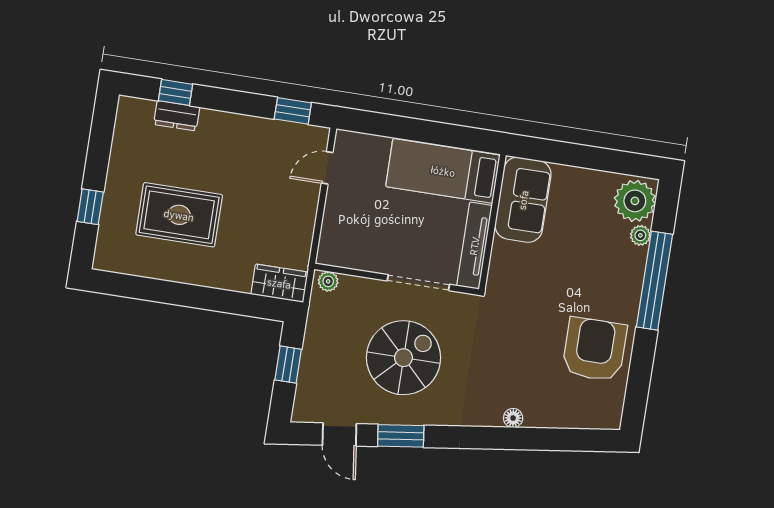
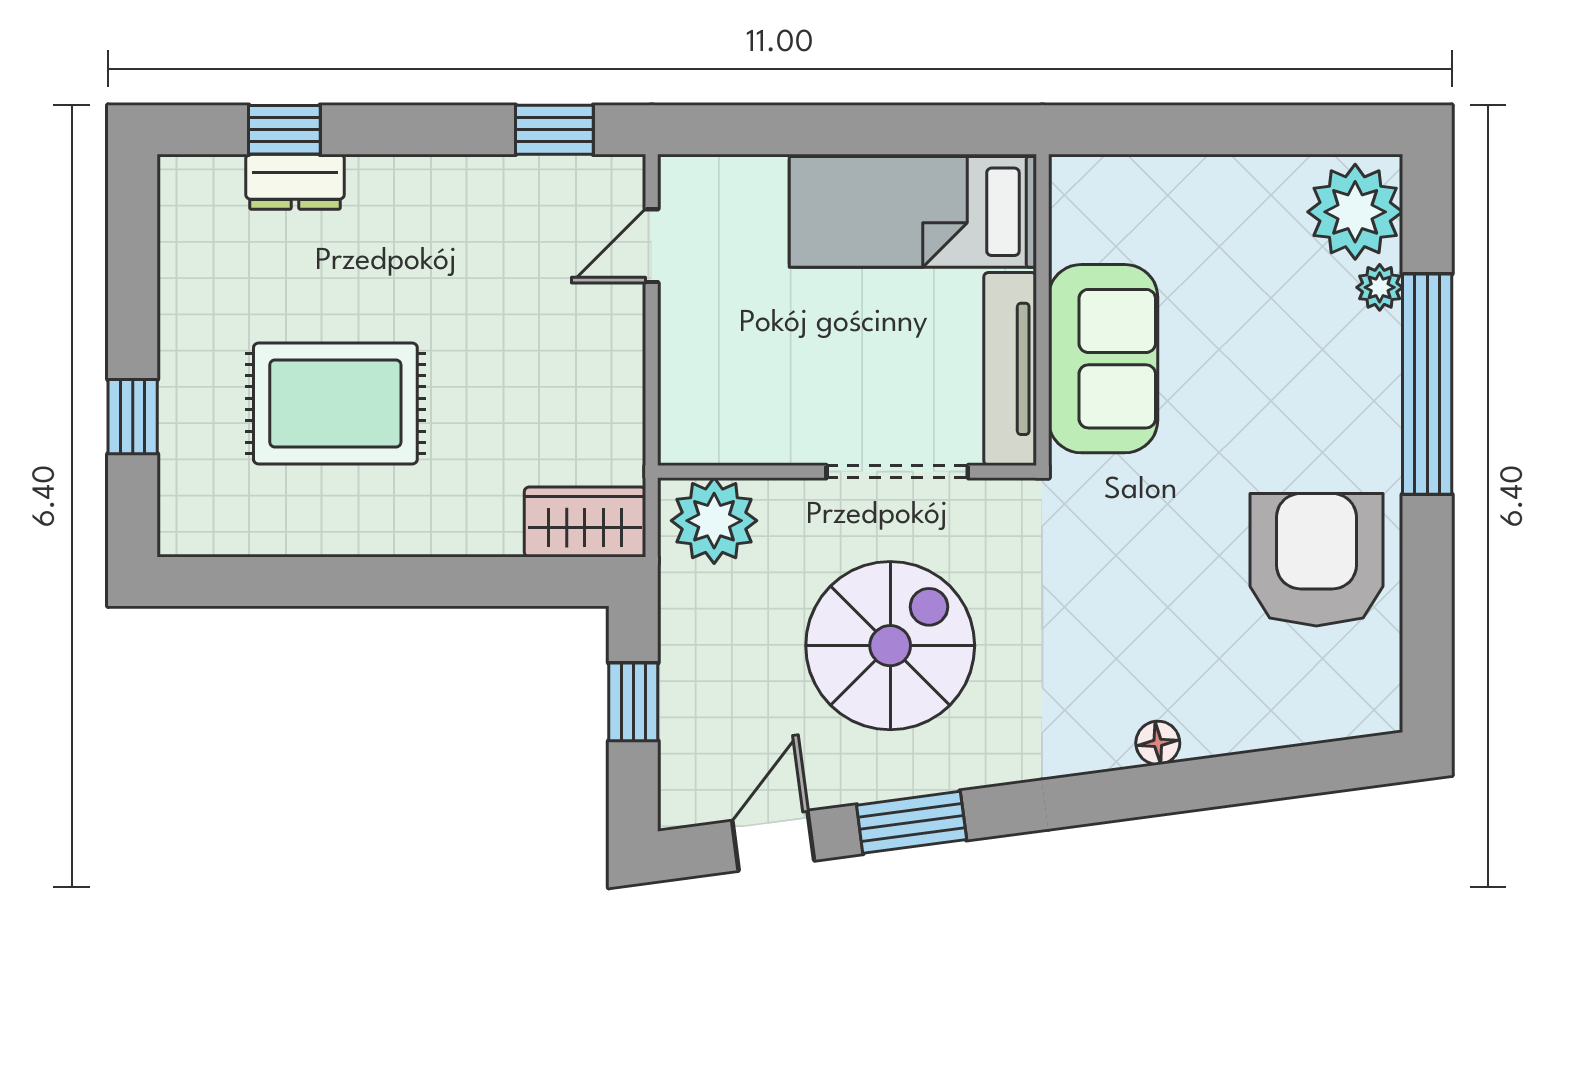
sofa: (523, 200) -> (1103, 359), moved
plant: (328, 281) -> (714, 521), width x1.88, depth x1.88
door: (339, 434) -> (773, 841), swing flipped

